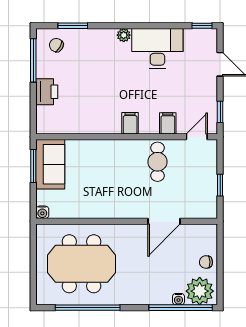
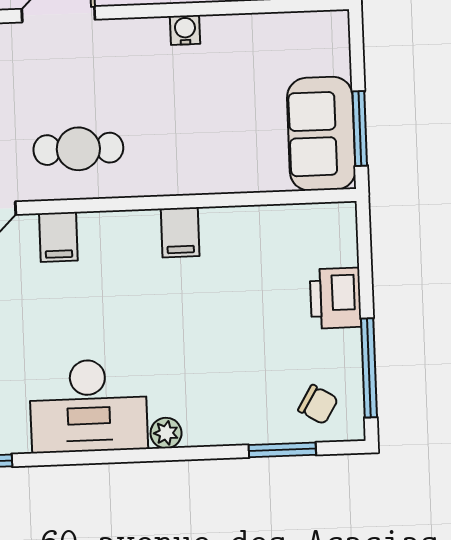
filing cabinet: (130, 123) -> (180, 232), moved
cafe table: (157, 162) -> (78, 149), turned 90
water cooler: (42, 212) -> (185, 30), moved

